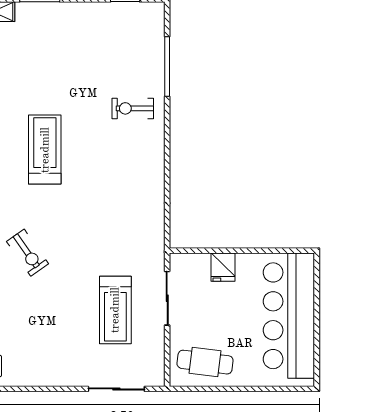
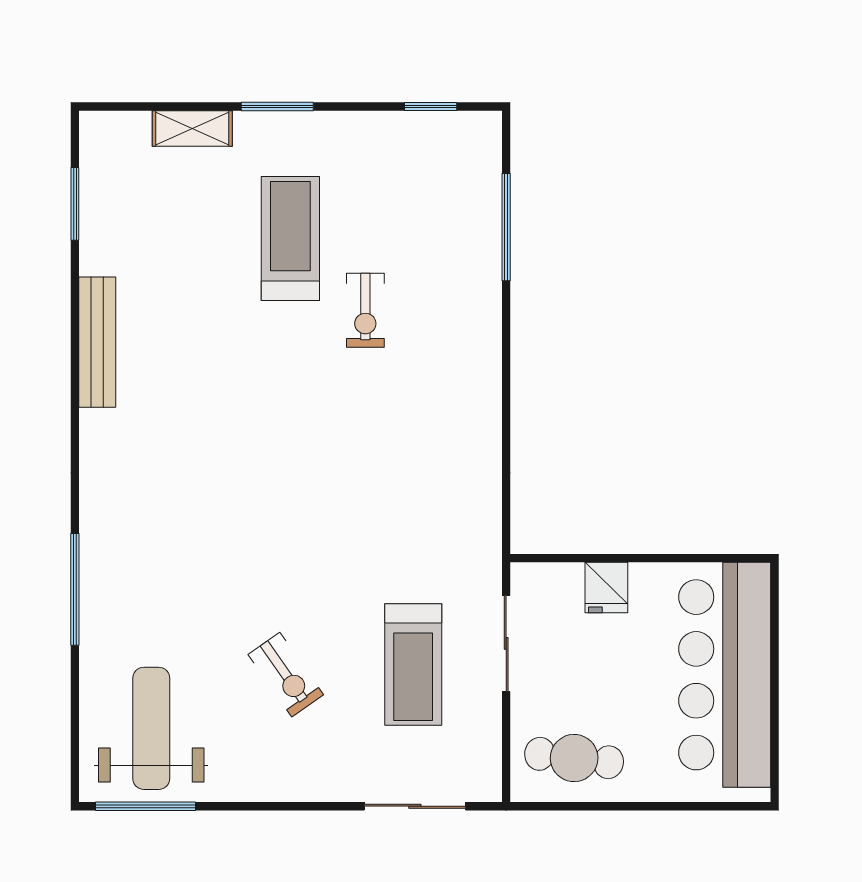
exercise bike: (133, 108) -> (365, 310), moved, turned -90
treadmill: (45, 150) -> (290, 239), moved
exercise bike: (27, 253) -> (286, 675), moved

